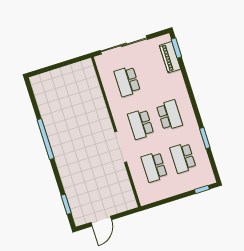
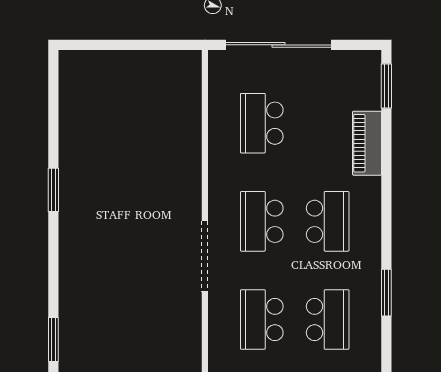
piano: (170, 57) -> (367, 143), moved
window: (46, 139) -> (53, 190), width x0.47
school desk: (183, 158) -> (328, 320), turned 180

